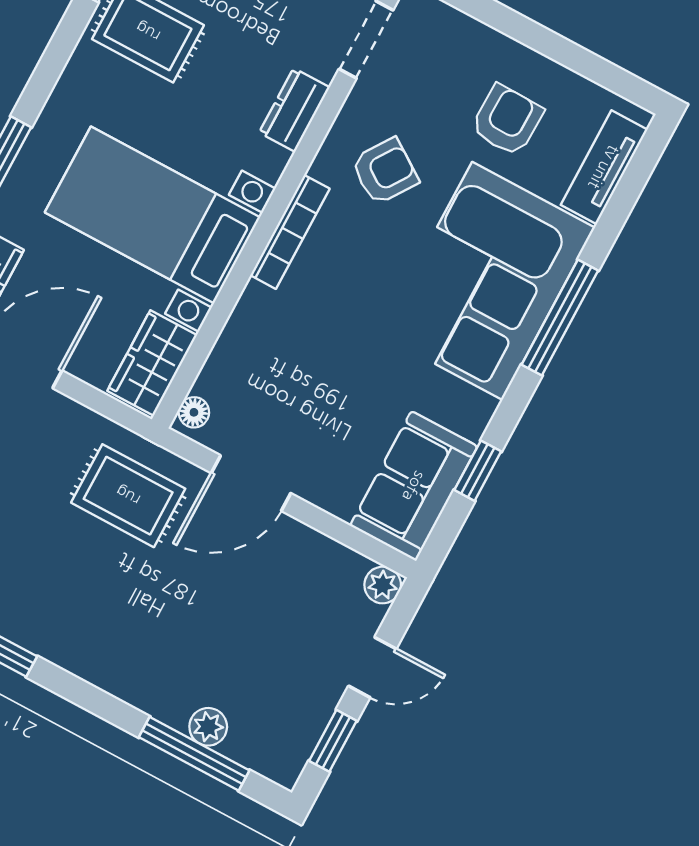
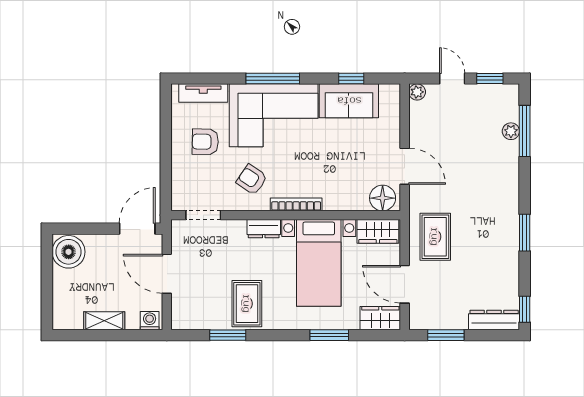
dresser: (294, 110) -> (264, 229), moved
floor lamp: (194, 412) -> (383, 198), width x1.89, depth x1.89
sofa: (414, 486) -> (349, 101), moved
rug: (128, 496) -> (435, 237), moved

